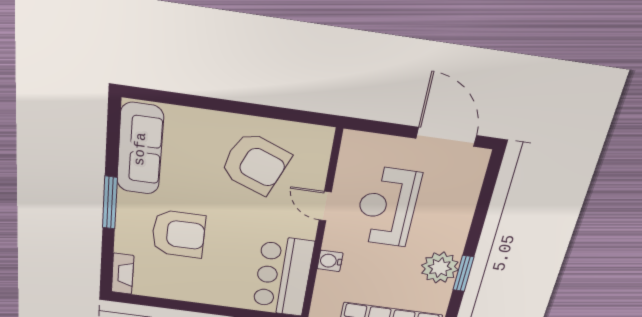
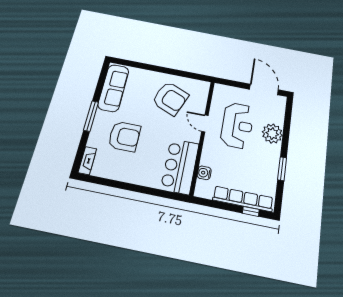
reception desk: (387, 207) -> (237, 125), turned 180
water cooler: (330, 261) -> (204, 173), moved
plant: (440, 268) -> (272, 134), moved

